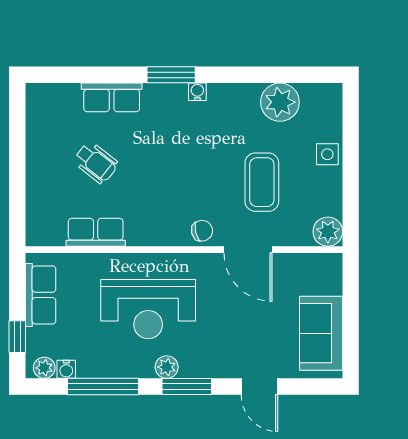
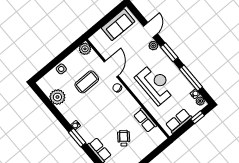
plant: (167, 367) -> (153, 46), moved

